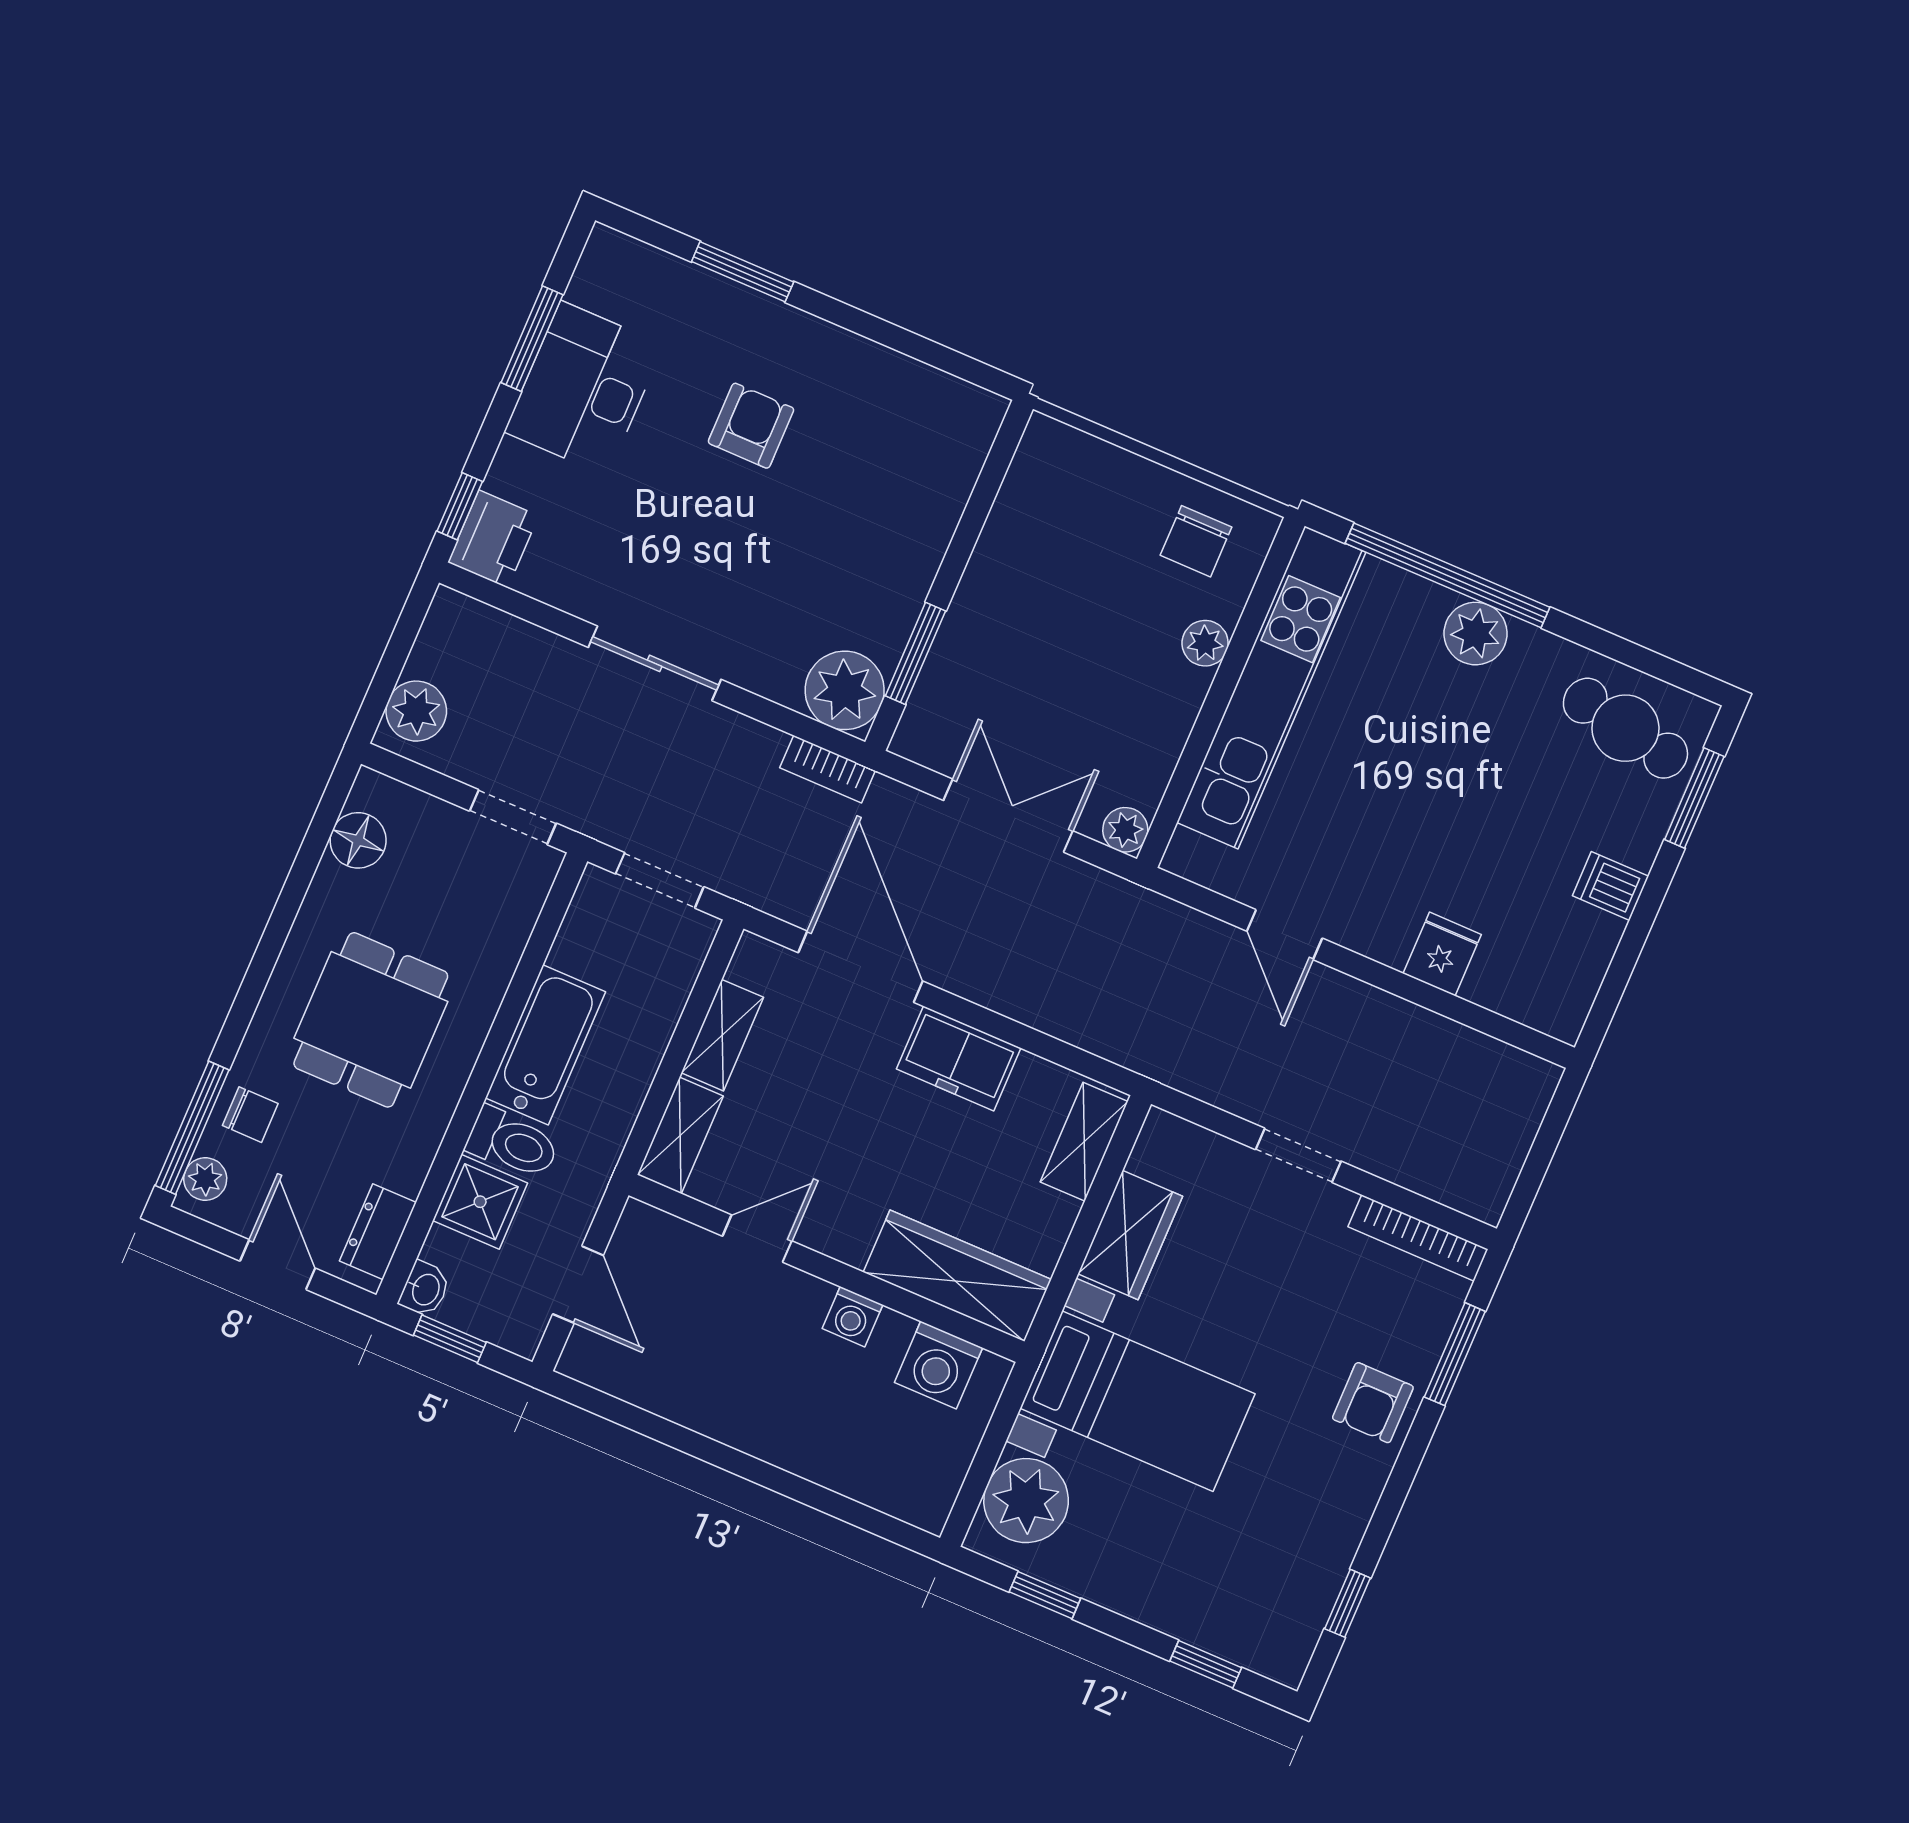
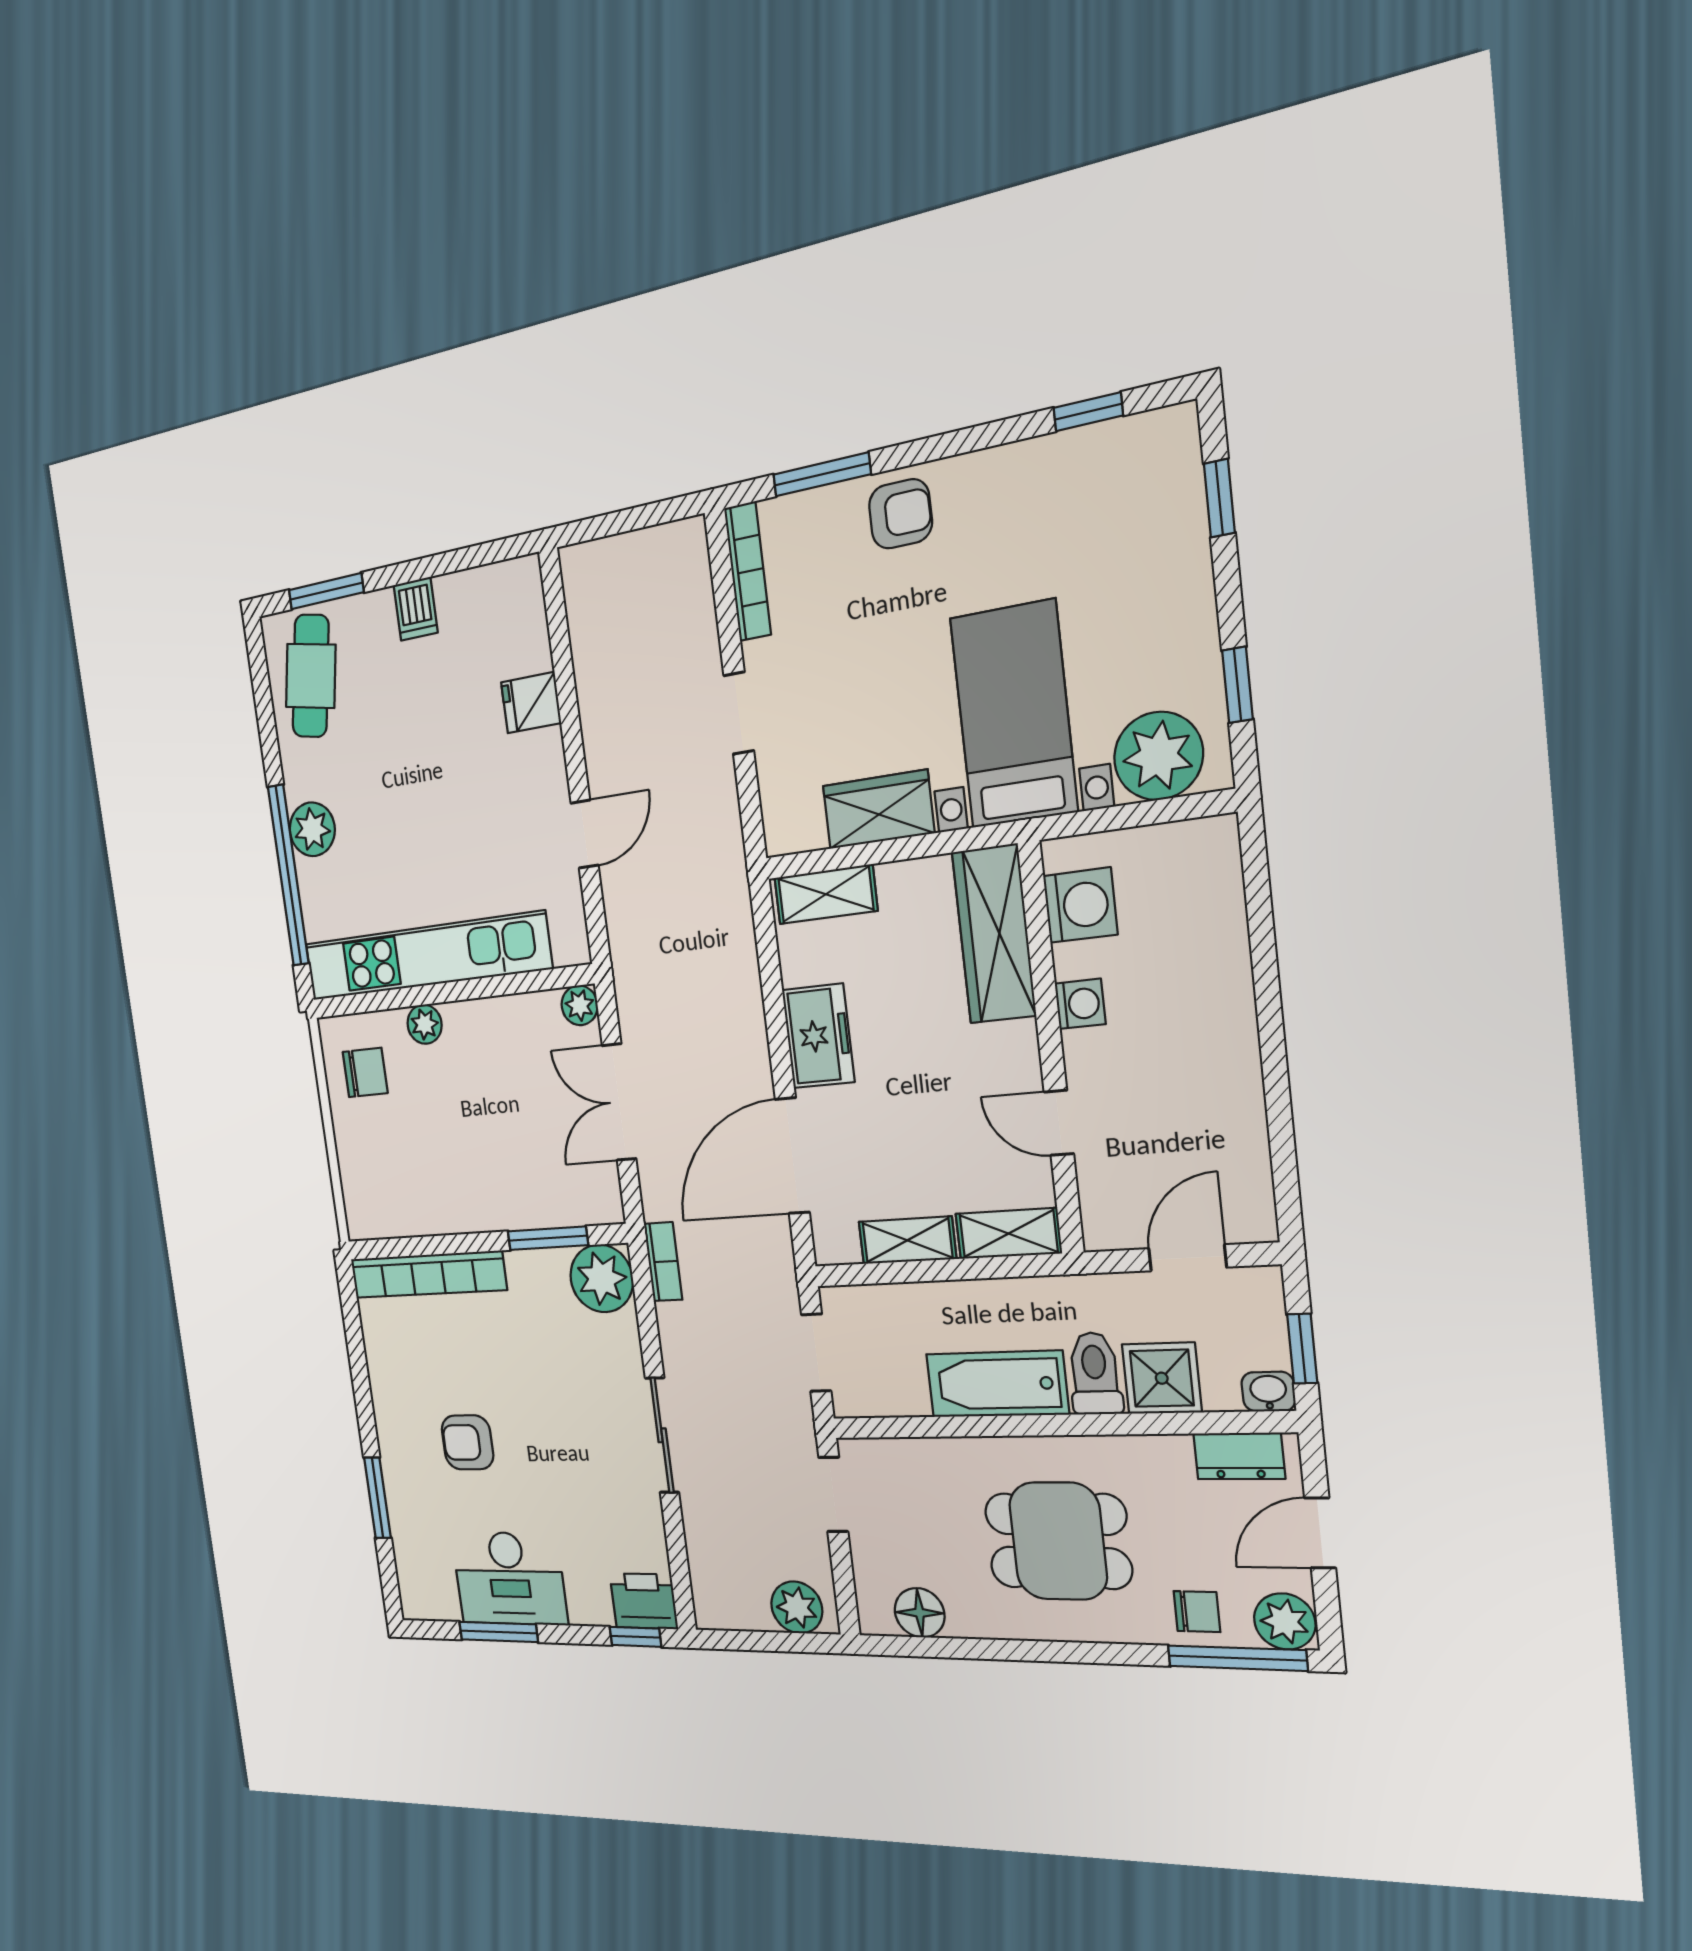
bookcase: (949, 487) -> (428, 1274), added
chair: (250, 1115) -> (1197, 1612), turned 90
plant: (205, 1179) -> (1285, 1621), width x1.38, depth x1.38

